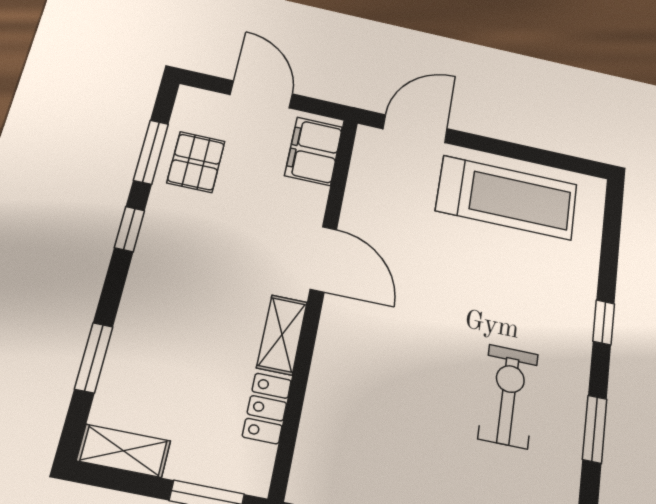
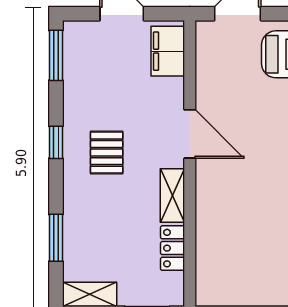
window: (151, 152) -> (56, 55), moved
pallet: (196, 162) -> (107, 153), moved

